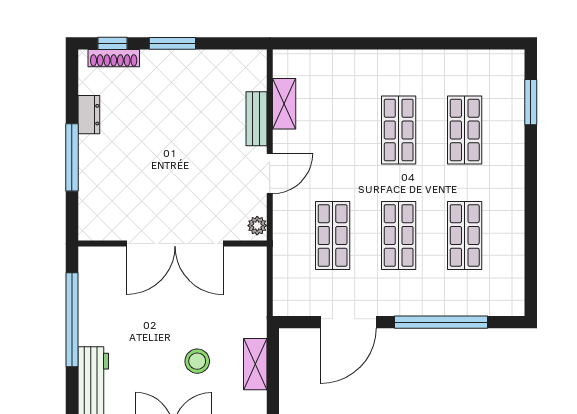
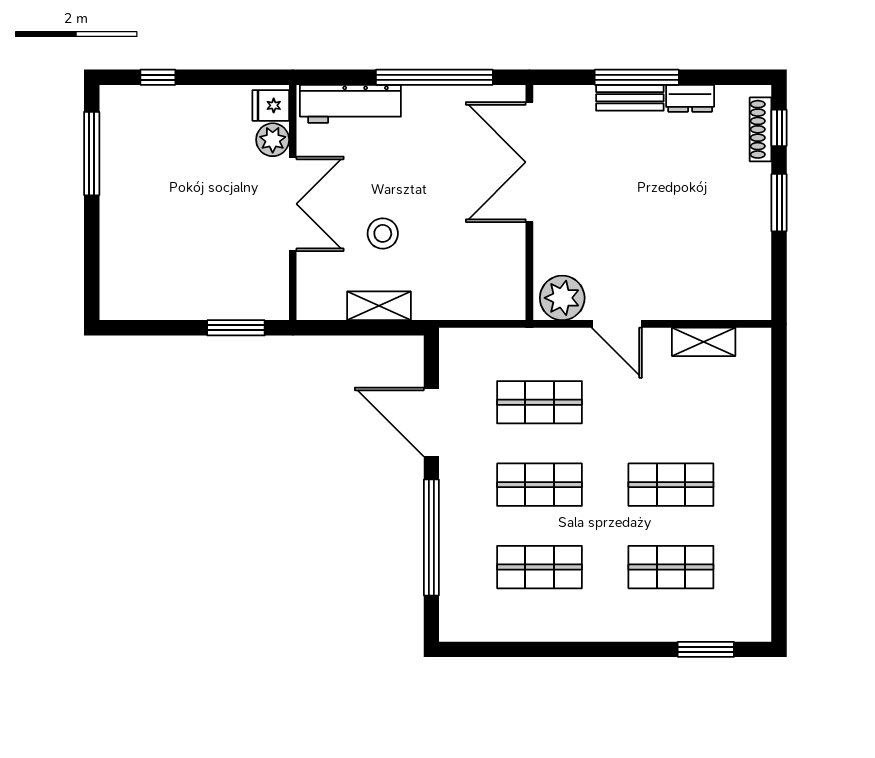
bench: (256, 119) -> (630, 98), moved
plant: (257, 226) -> (562, 298), width x1.88, depth x1.88
double door: (175, 244) -> (529, 162), moved

